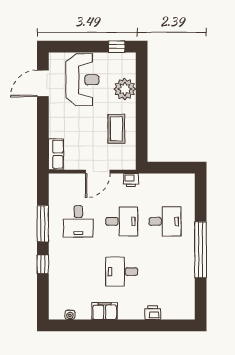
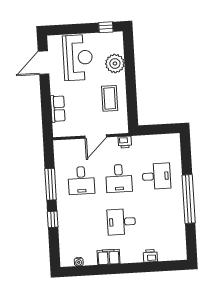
row of seats: (56, 154) -> (58, 109), moved
desk: (122, 221) -> (119, 178), turned 90

